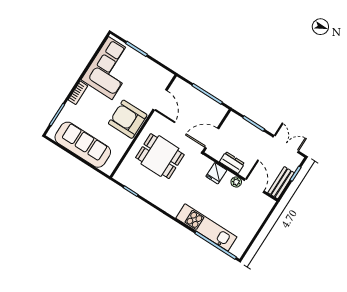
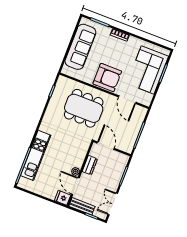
corner sofa: (110, 68) -> (148, 70), moved, turned 90
door: (160, 100) -> (127, 100), hinge flipped
armchair: (128, 119) -> (107, 78), turned 90
double door: (286, 144) -> (113, 204), swing flipped
dining table: (160, 156) -> (84, 108), width x1.37
fridge: (216, 173) -> (63, 198), moved
door: (254, 186) -> (75, 186), swing flipped

